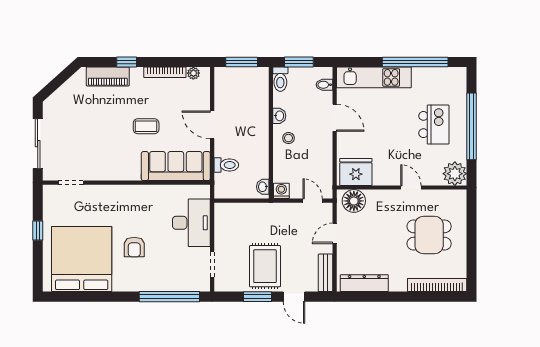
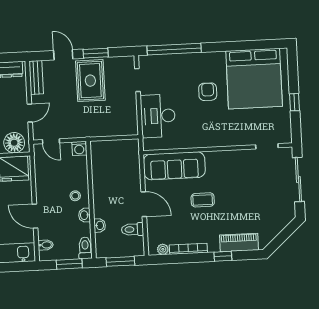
toilet: (226, 165) -> (132, 229), moved
washbasin: (263, 187) -> (100, 225), moved

